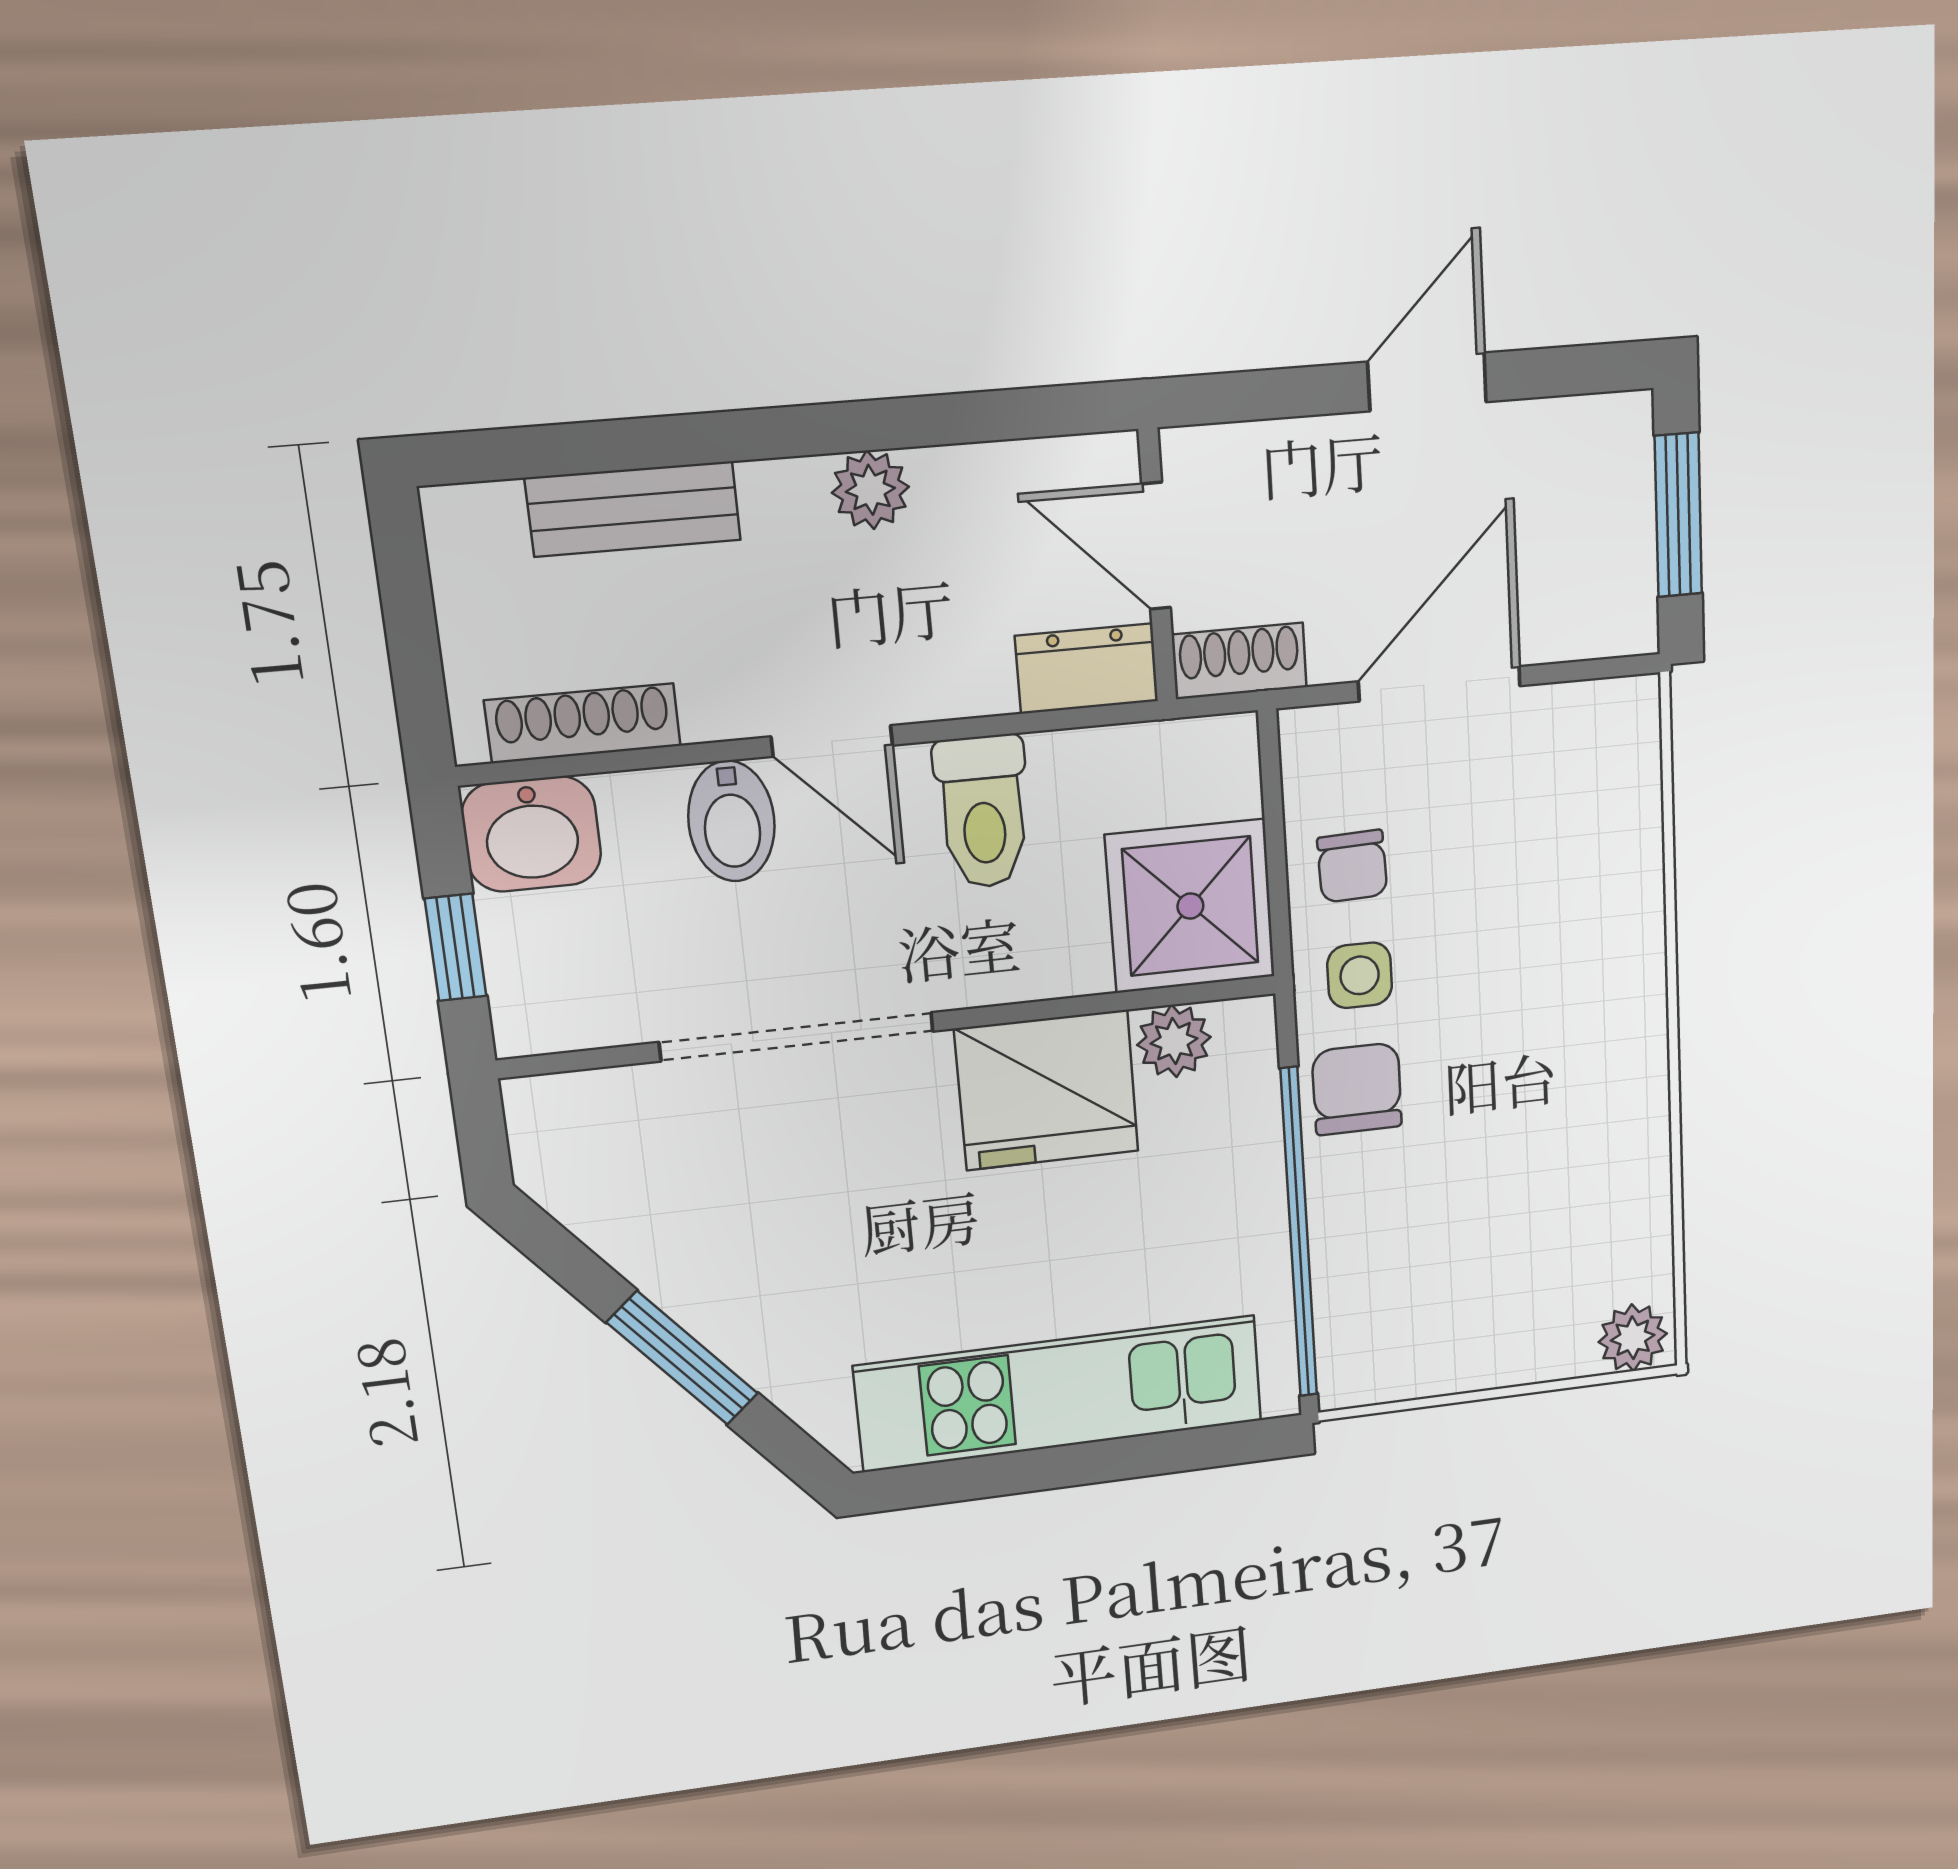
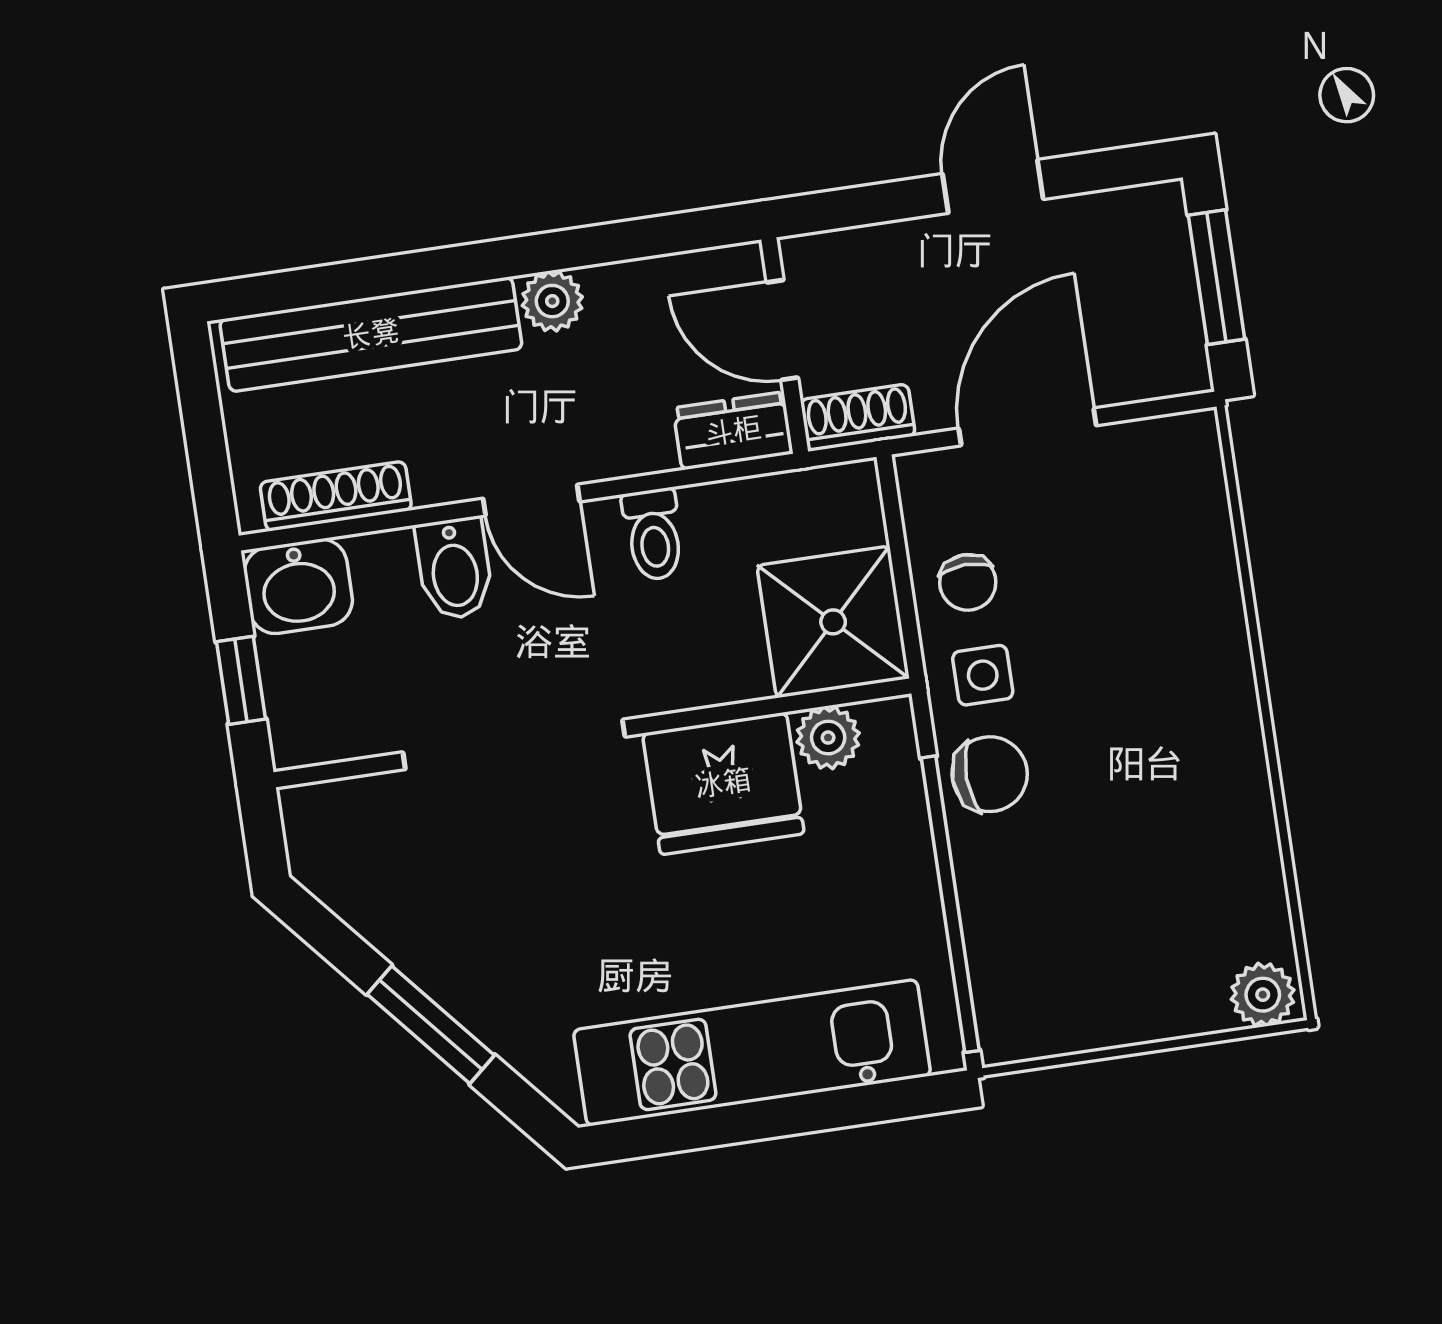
bench: (633, 509) -> (371, 334), width x1.86, depth x1.21
toilet: (983, 812) -> (653, 535), width x0.73, depth x0.72
chair: (1357, 1089) -> (990, 774), turned 88

